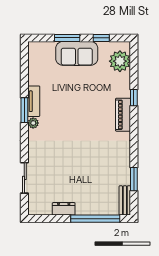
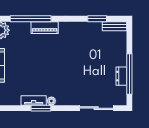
window: (134, 98) -> (31, 19), width x3.17
sliding door: (24, 178) -> (96, 108), width x1.37
window: (95, 219) -> (129, 74), moved

